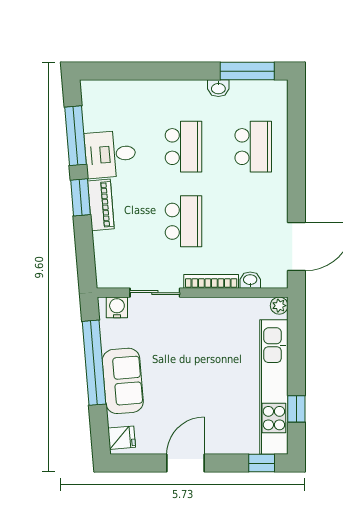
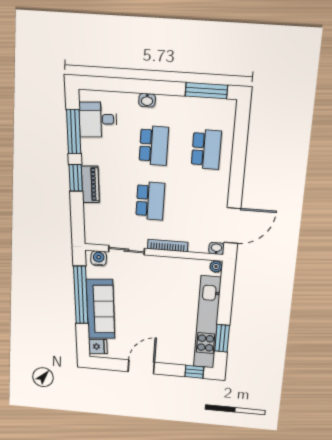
washbasin: (218, 88) -> (147, 100), moved
desk: (110, 154) -> (98, 119), moved
washbasin: (250, 280) -> (216, 248), moved
sofa: (123, 381) -> (100, 309), width x1.36
window: (296, 409) -> (222, 338), width x1.50

